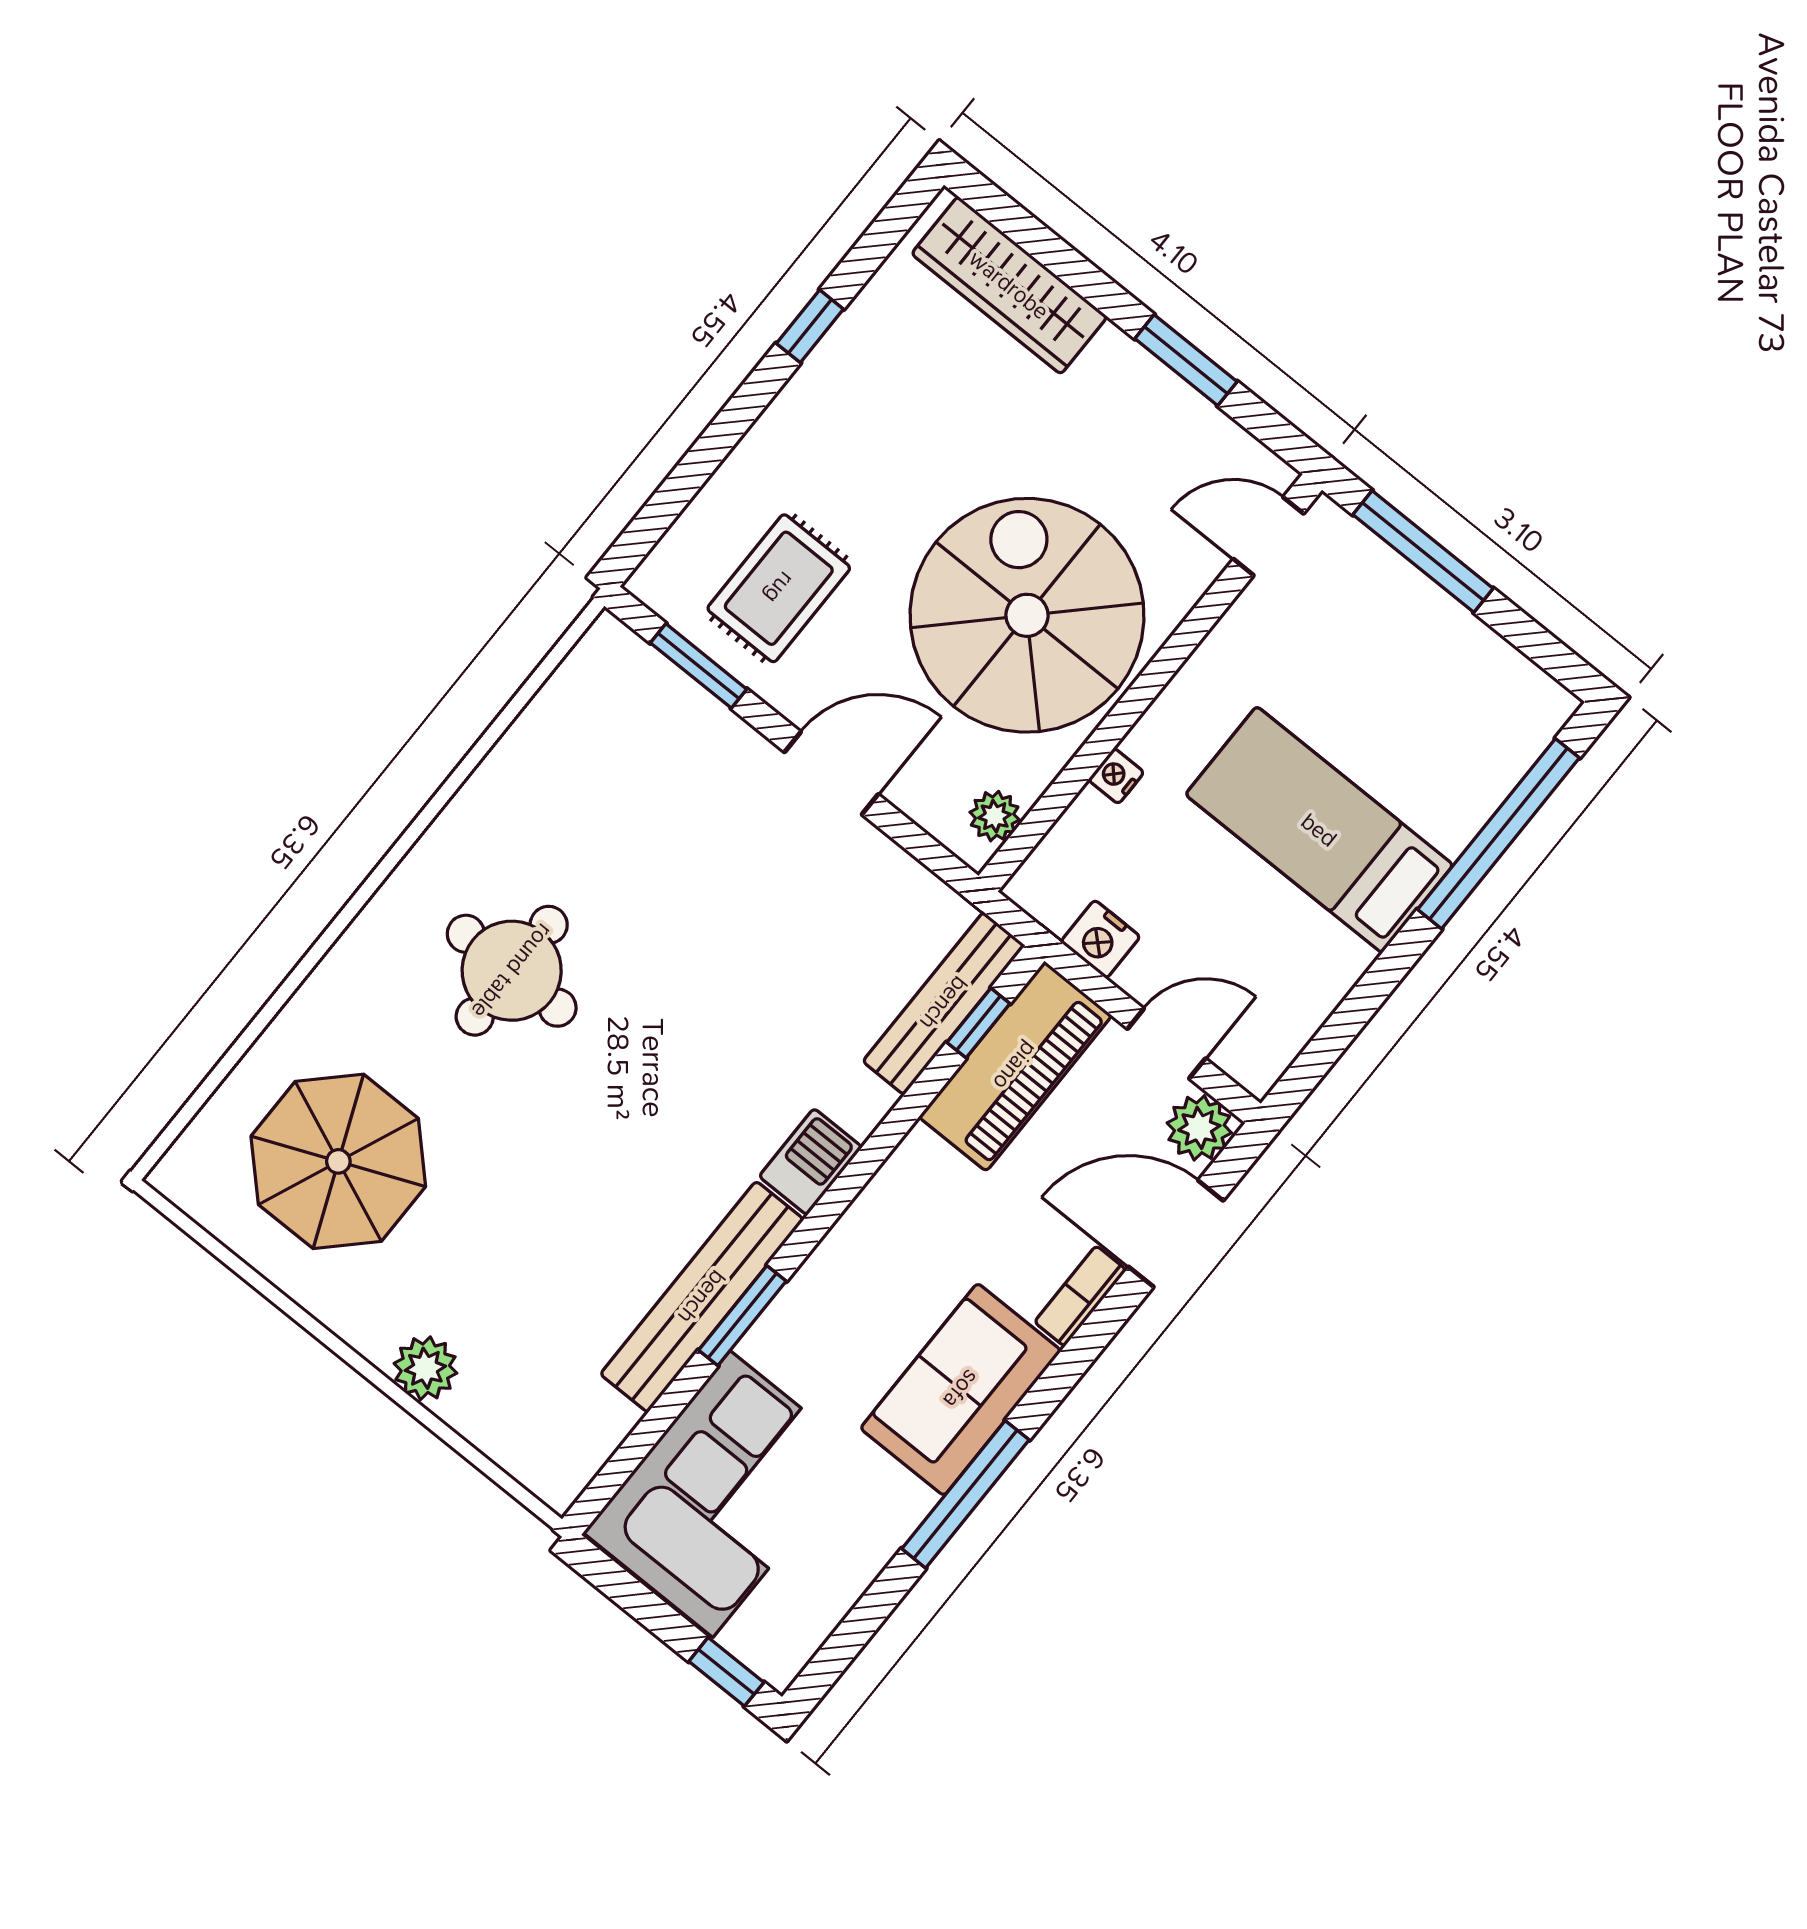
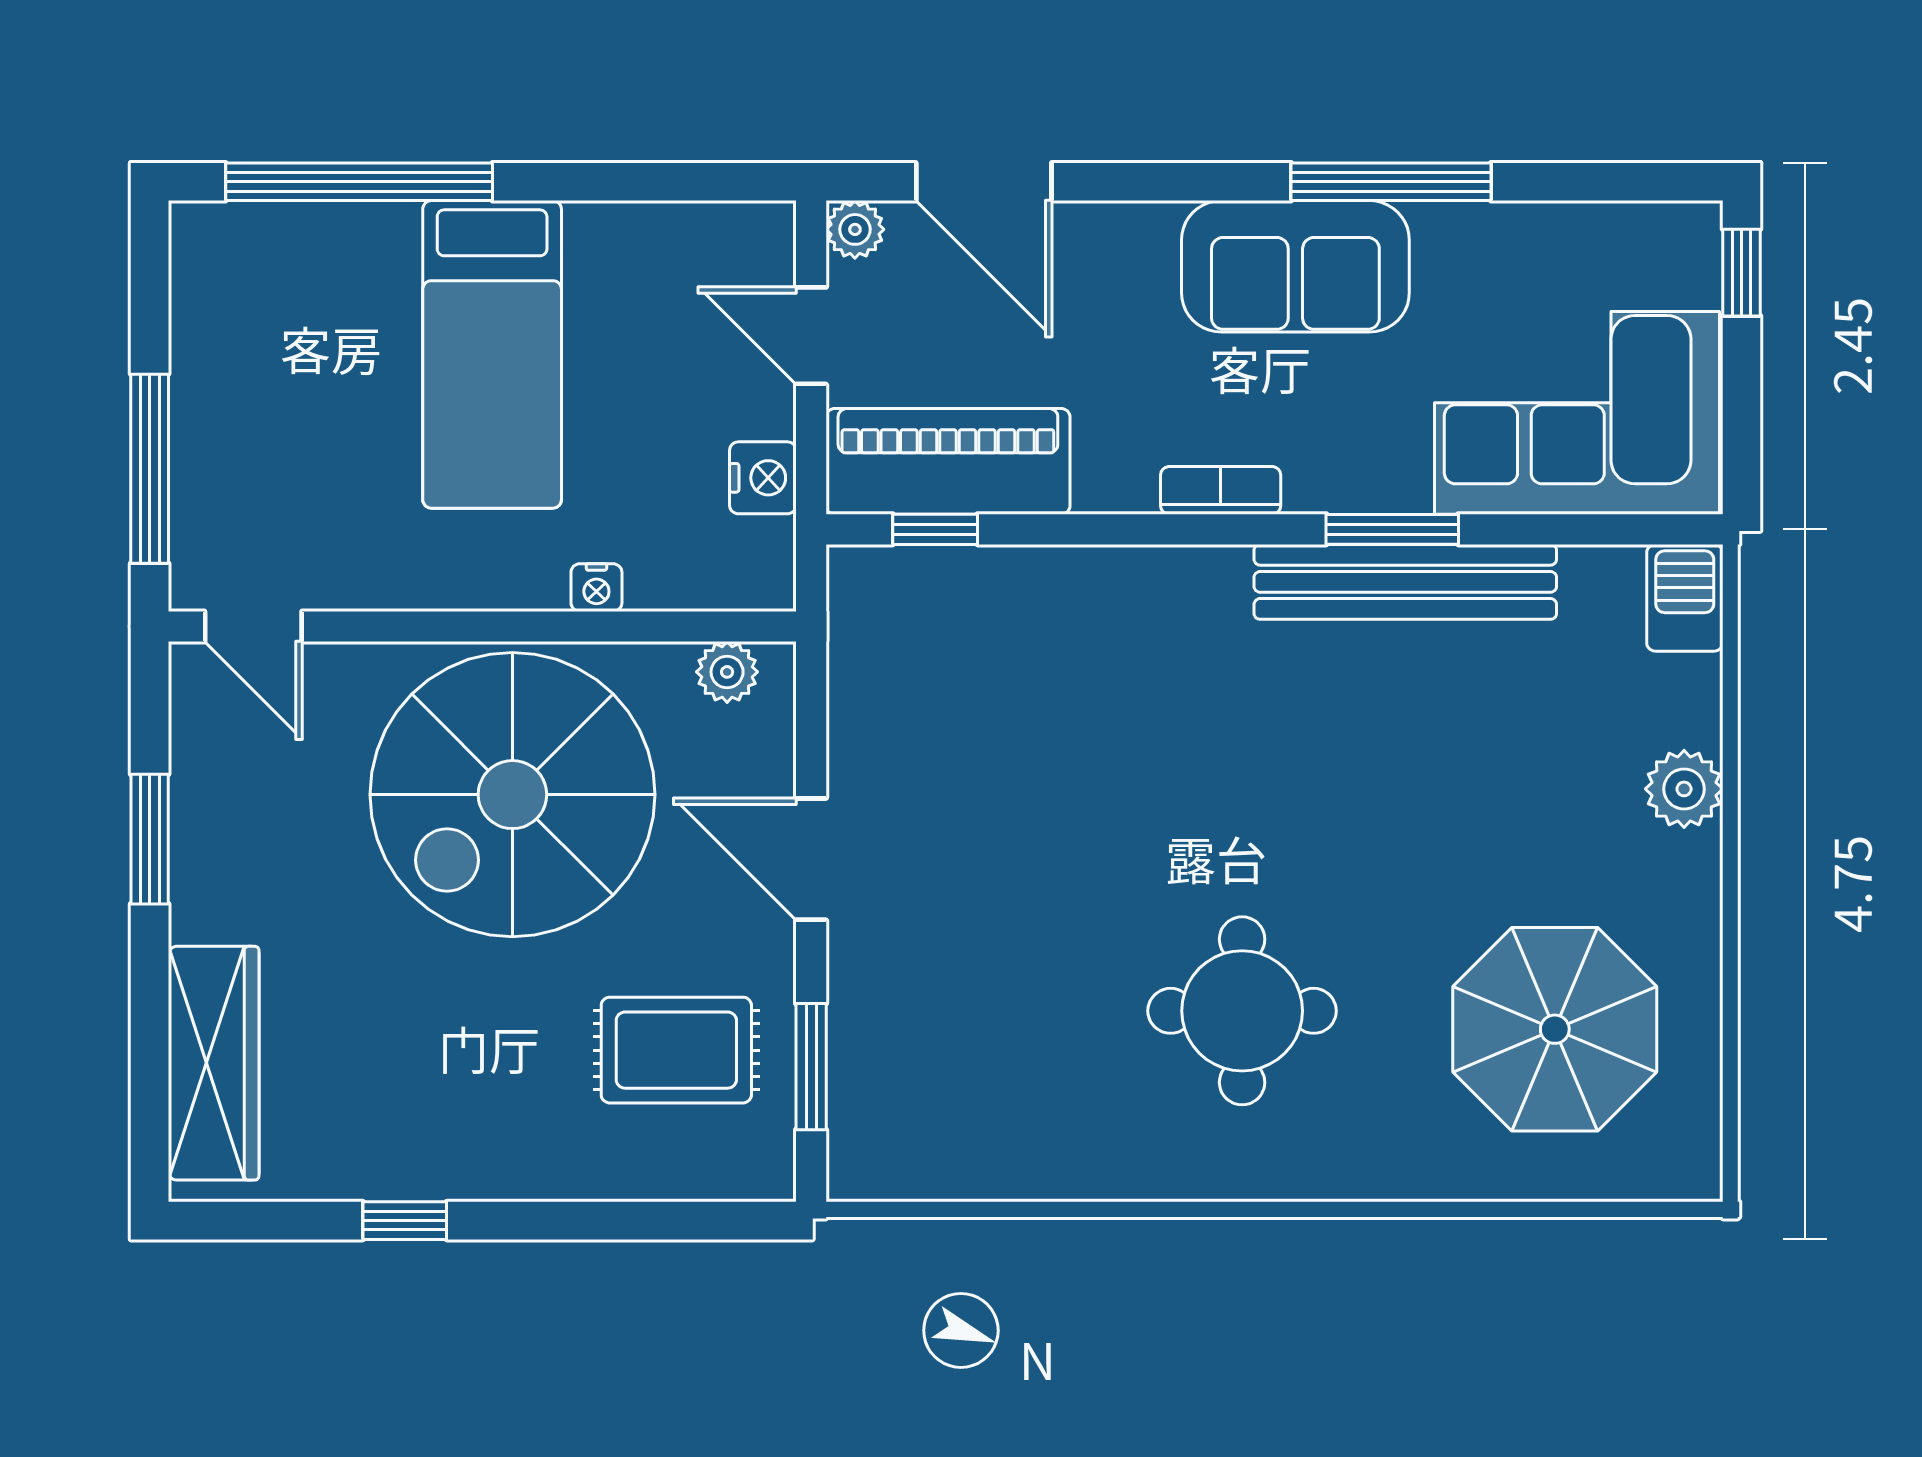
bench: (944, 1003) -> (943, 577), removed
plant: (1199, 1128) -> (855, 229), width x0.73, depth x0.73
barbecue: (811, 1162) -> (1685, 598), moved, turned 90
bookcase: (1080, 1296) -> (1221, 490), moved, turned 180

